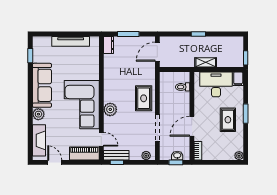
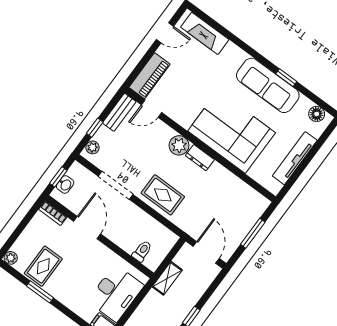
dresser: (108, 45) -> (200, 158), moved
floor lamp: (38, 47) -> (317, 114), added
window: (30, 56) -> (286, 78), moved
shelving: (206, 62) -> (167, 278), moved
corner sofa: (82, 105) -> (232, 132), moved
plant: (38, 114) -> (236, 56), removed
window: (246, 114) -> (40, 292), moved
rug: (228, 120) -> (43, 266), moved, turned 90
window: (117, 162) -> (95, 128), moved

